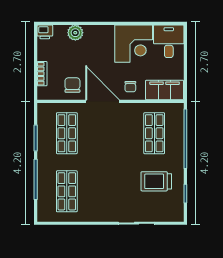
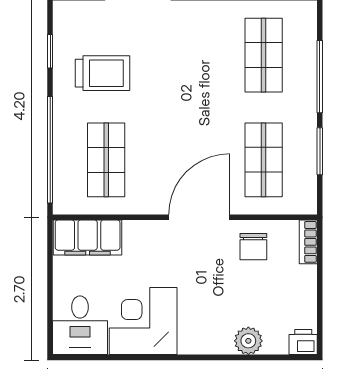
bookcase: (42, 74) -> (308, 242), moved
chair: (130, 87) -> (149, 244), removed
door: (102, 101) -> (199, 217), swing flipped

